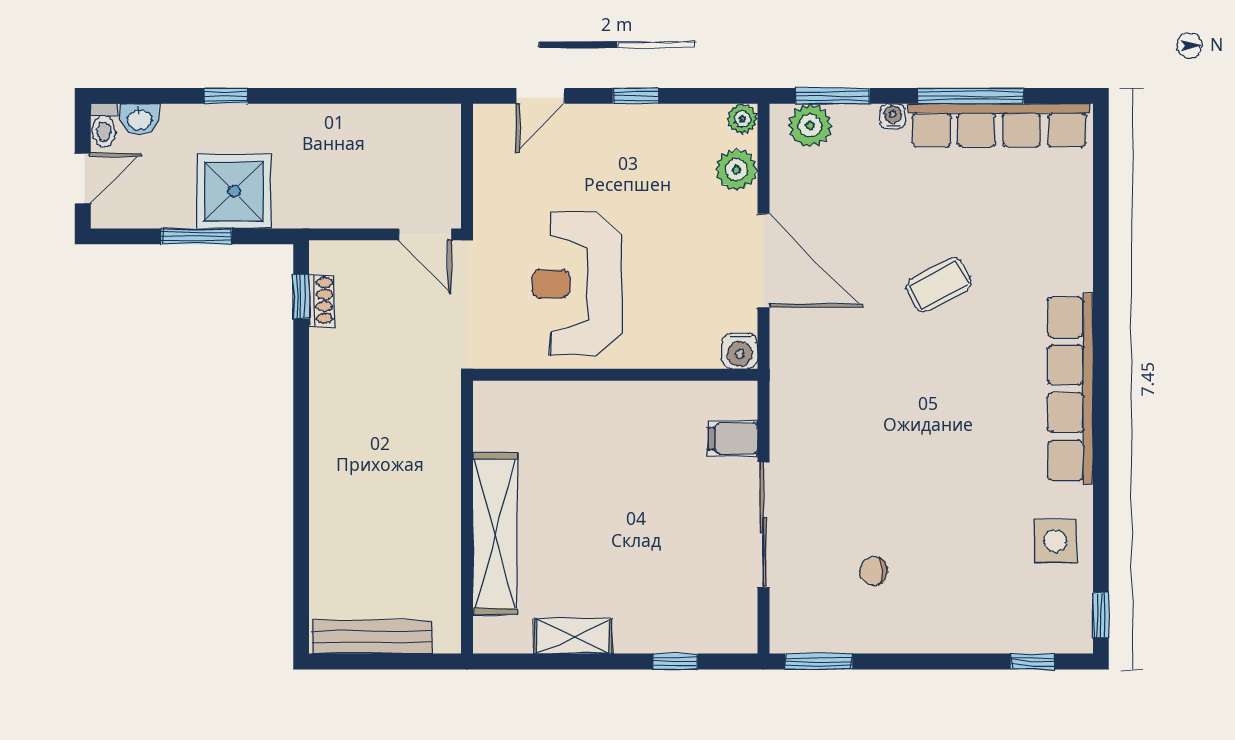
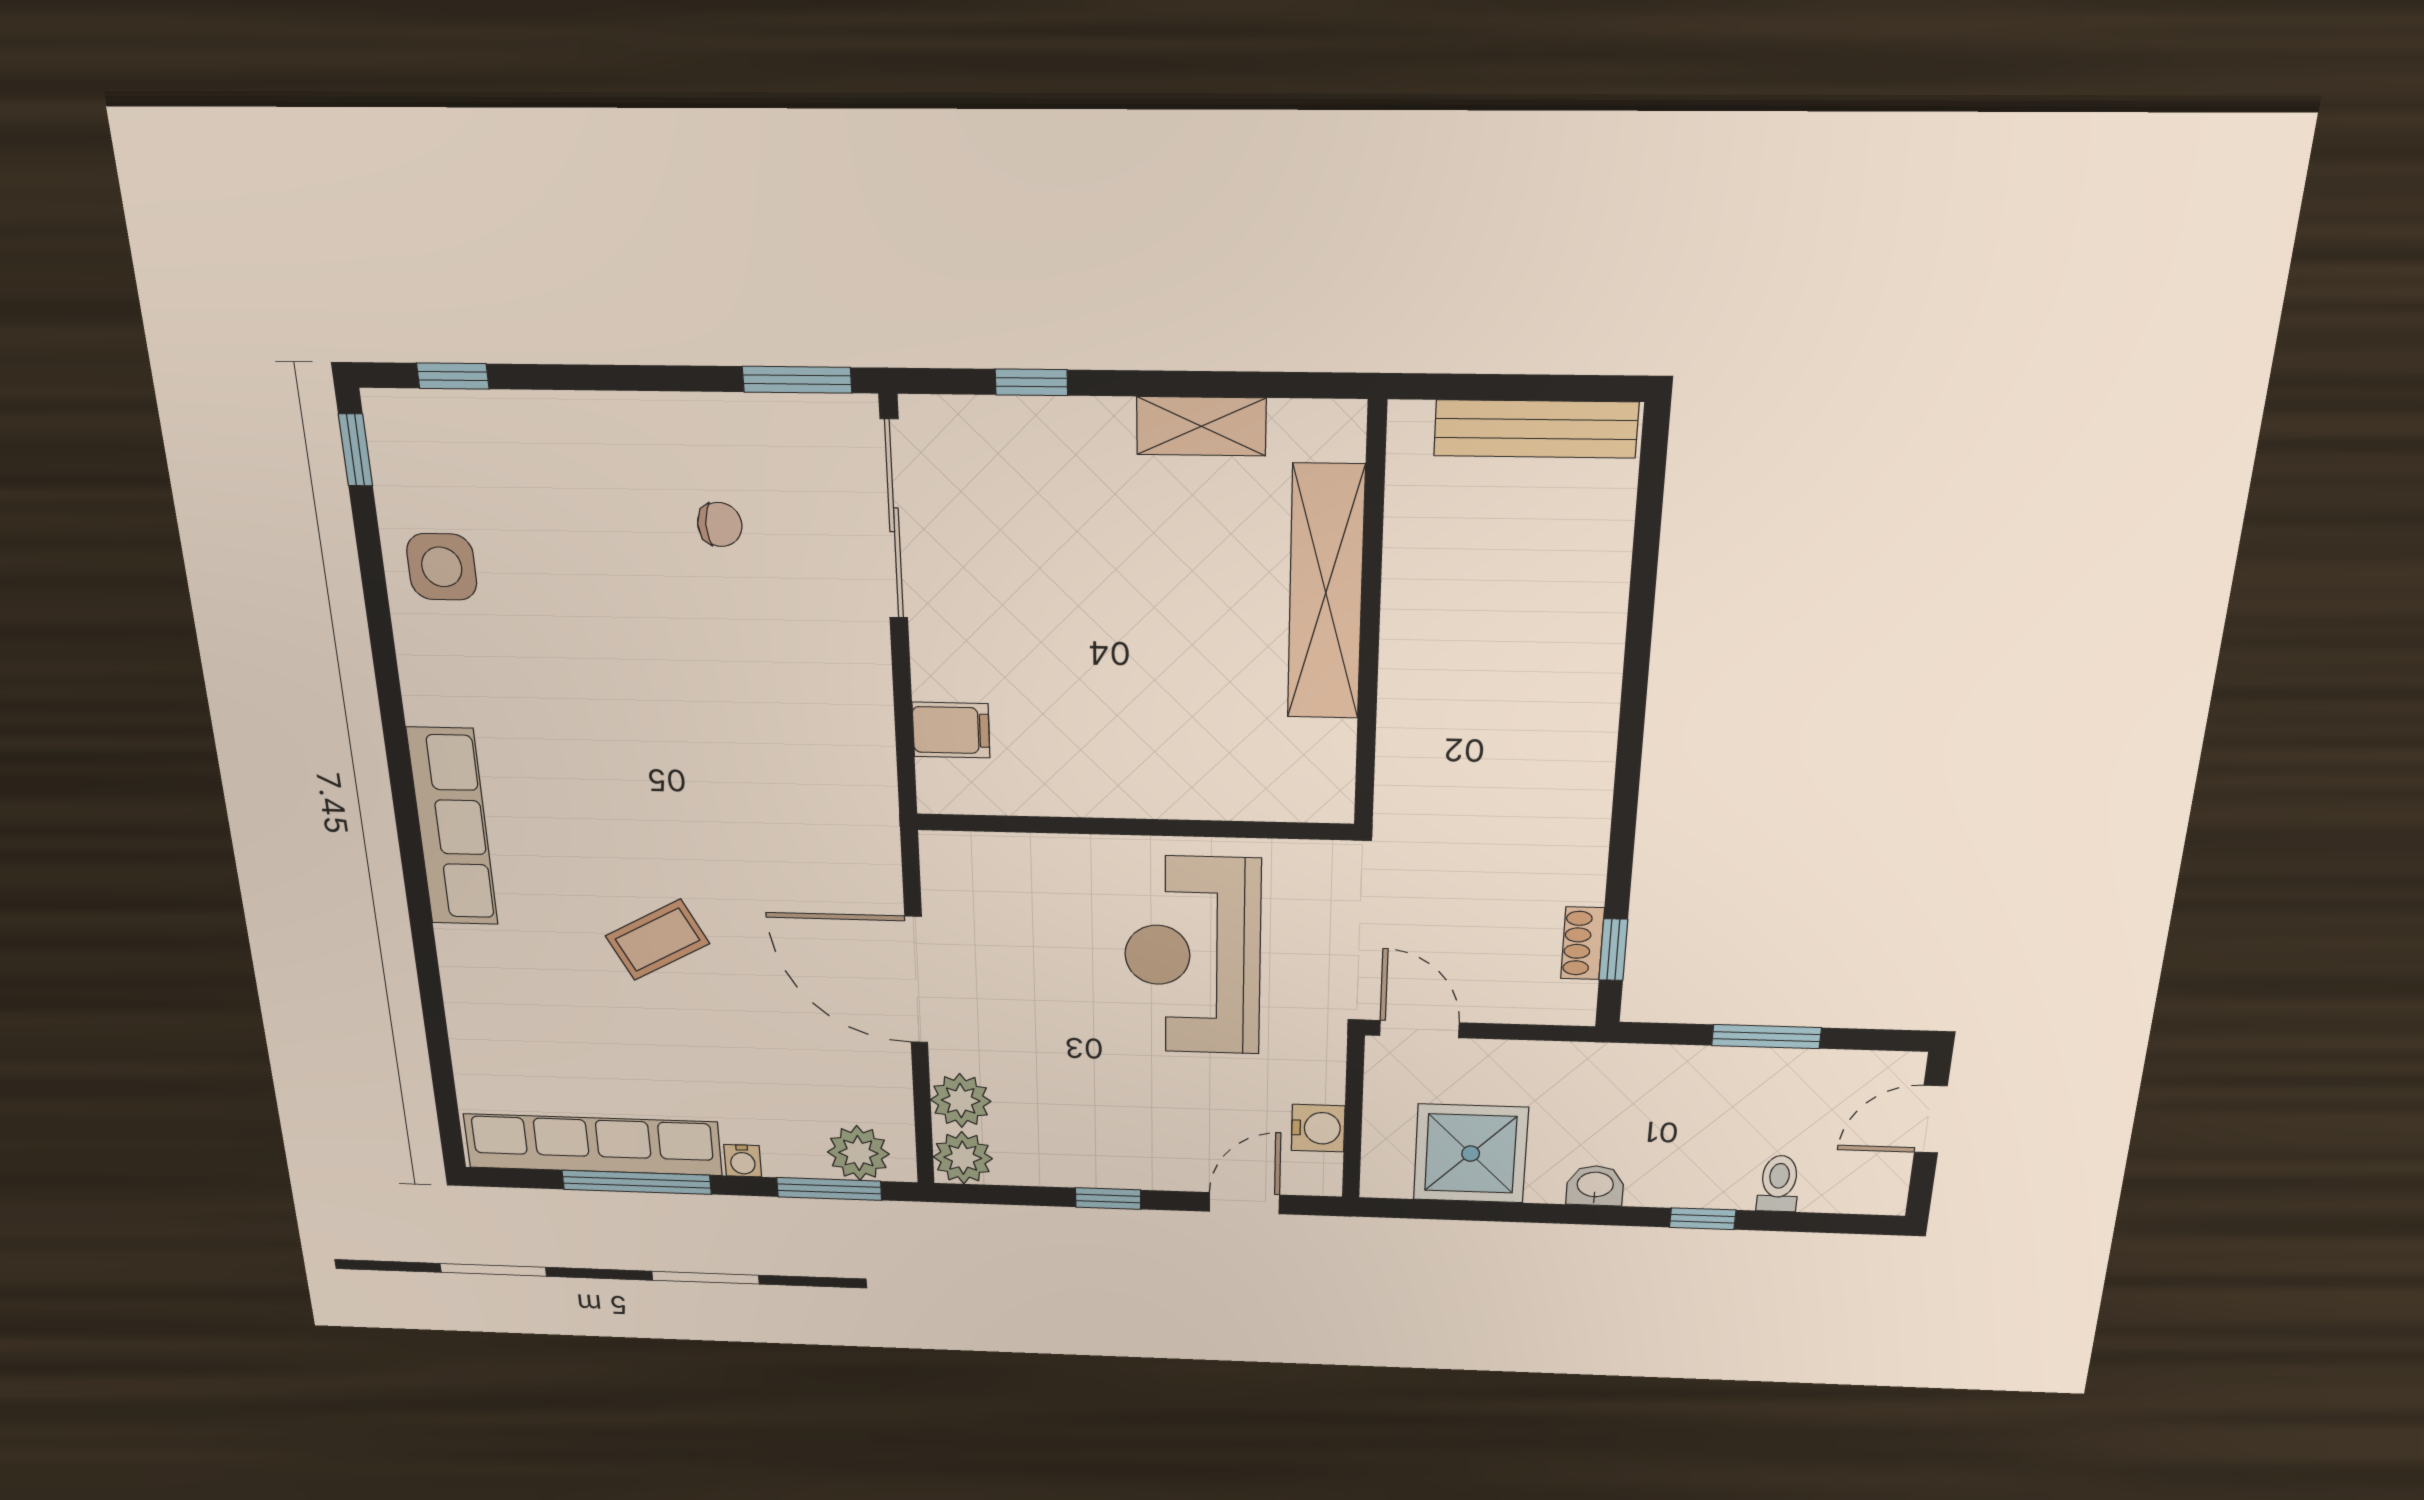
washbasin: (139, 119) -> (1595, 1186), moved
plant: (742, 119) -> (963, 1158), width x1.38, depth x1.38
toilet: (104, 125) -> (1779, 1184), moved
shower: (234, 191) -> (1471, 1154), moved
reception desk: (577, 284) -> (1193, 956), turned 180
water cooler: (740, 351) -> (1318, 1128), moved, turned 90
row of seats: (1070, 389) -> (452, 827), width x0.73
sliding door: (763, 525) -> (894, 520), moved

